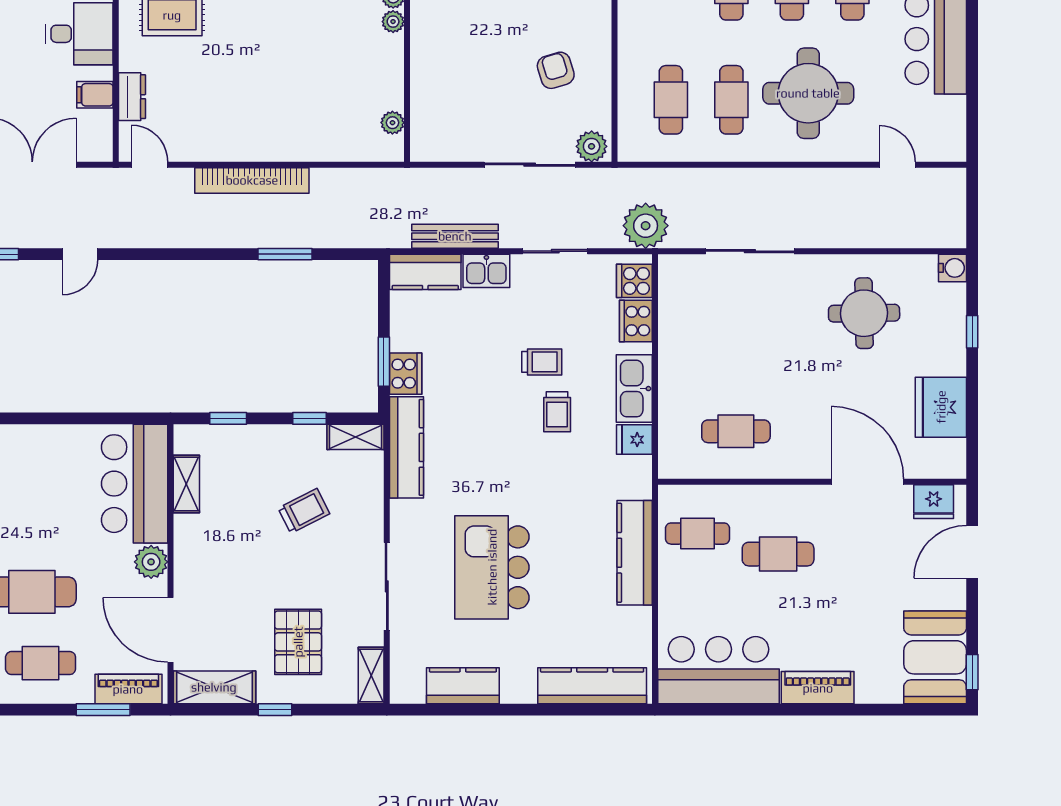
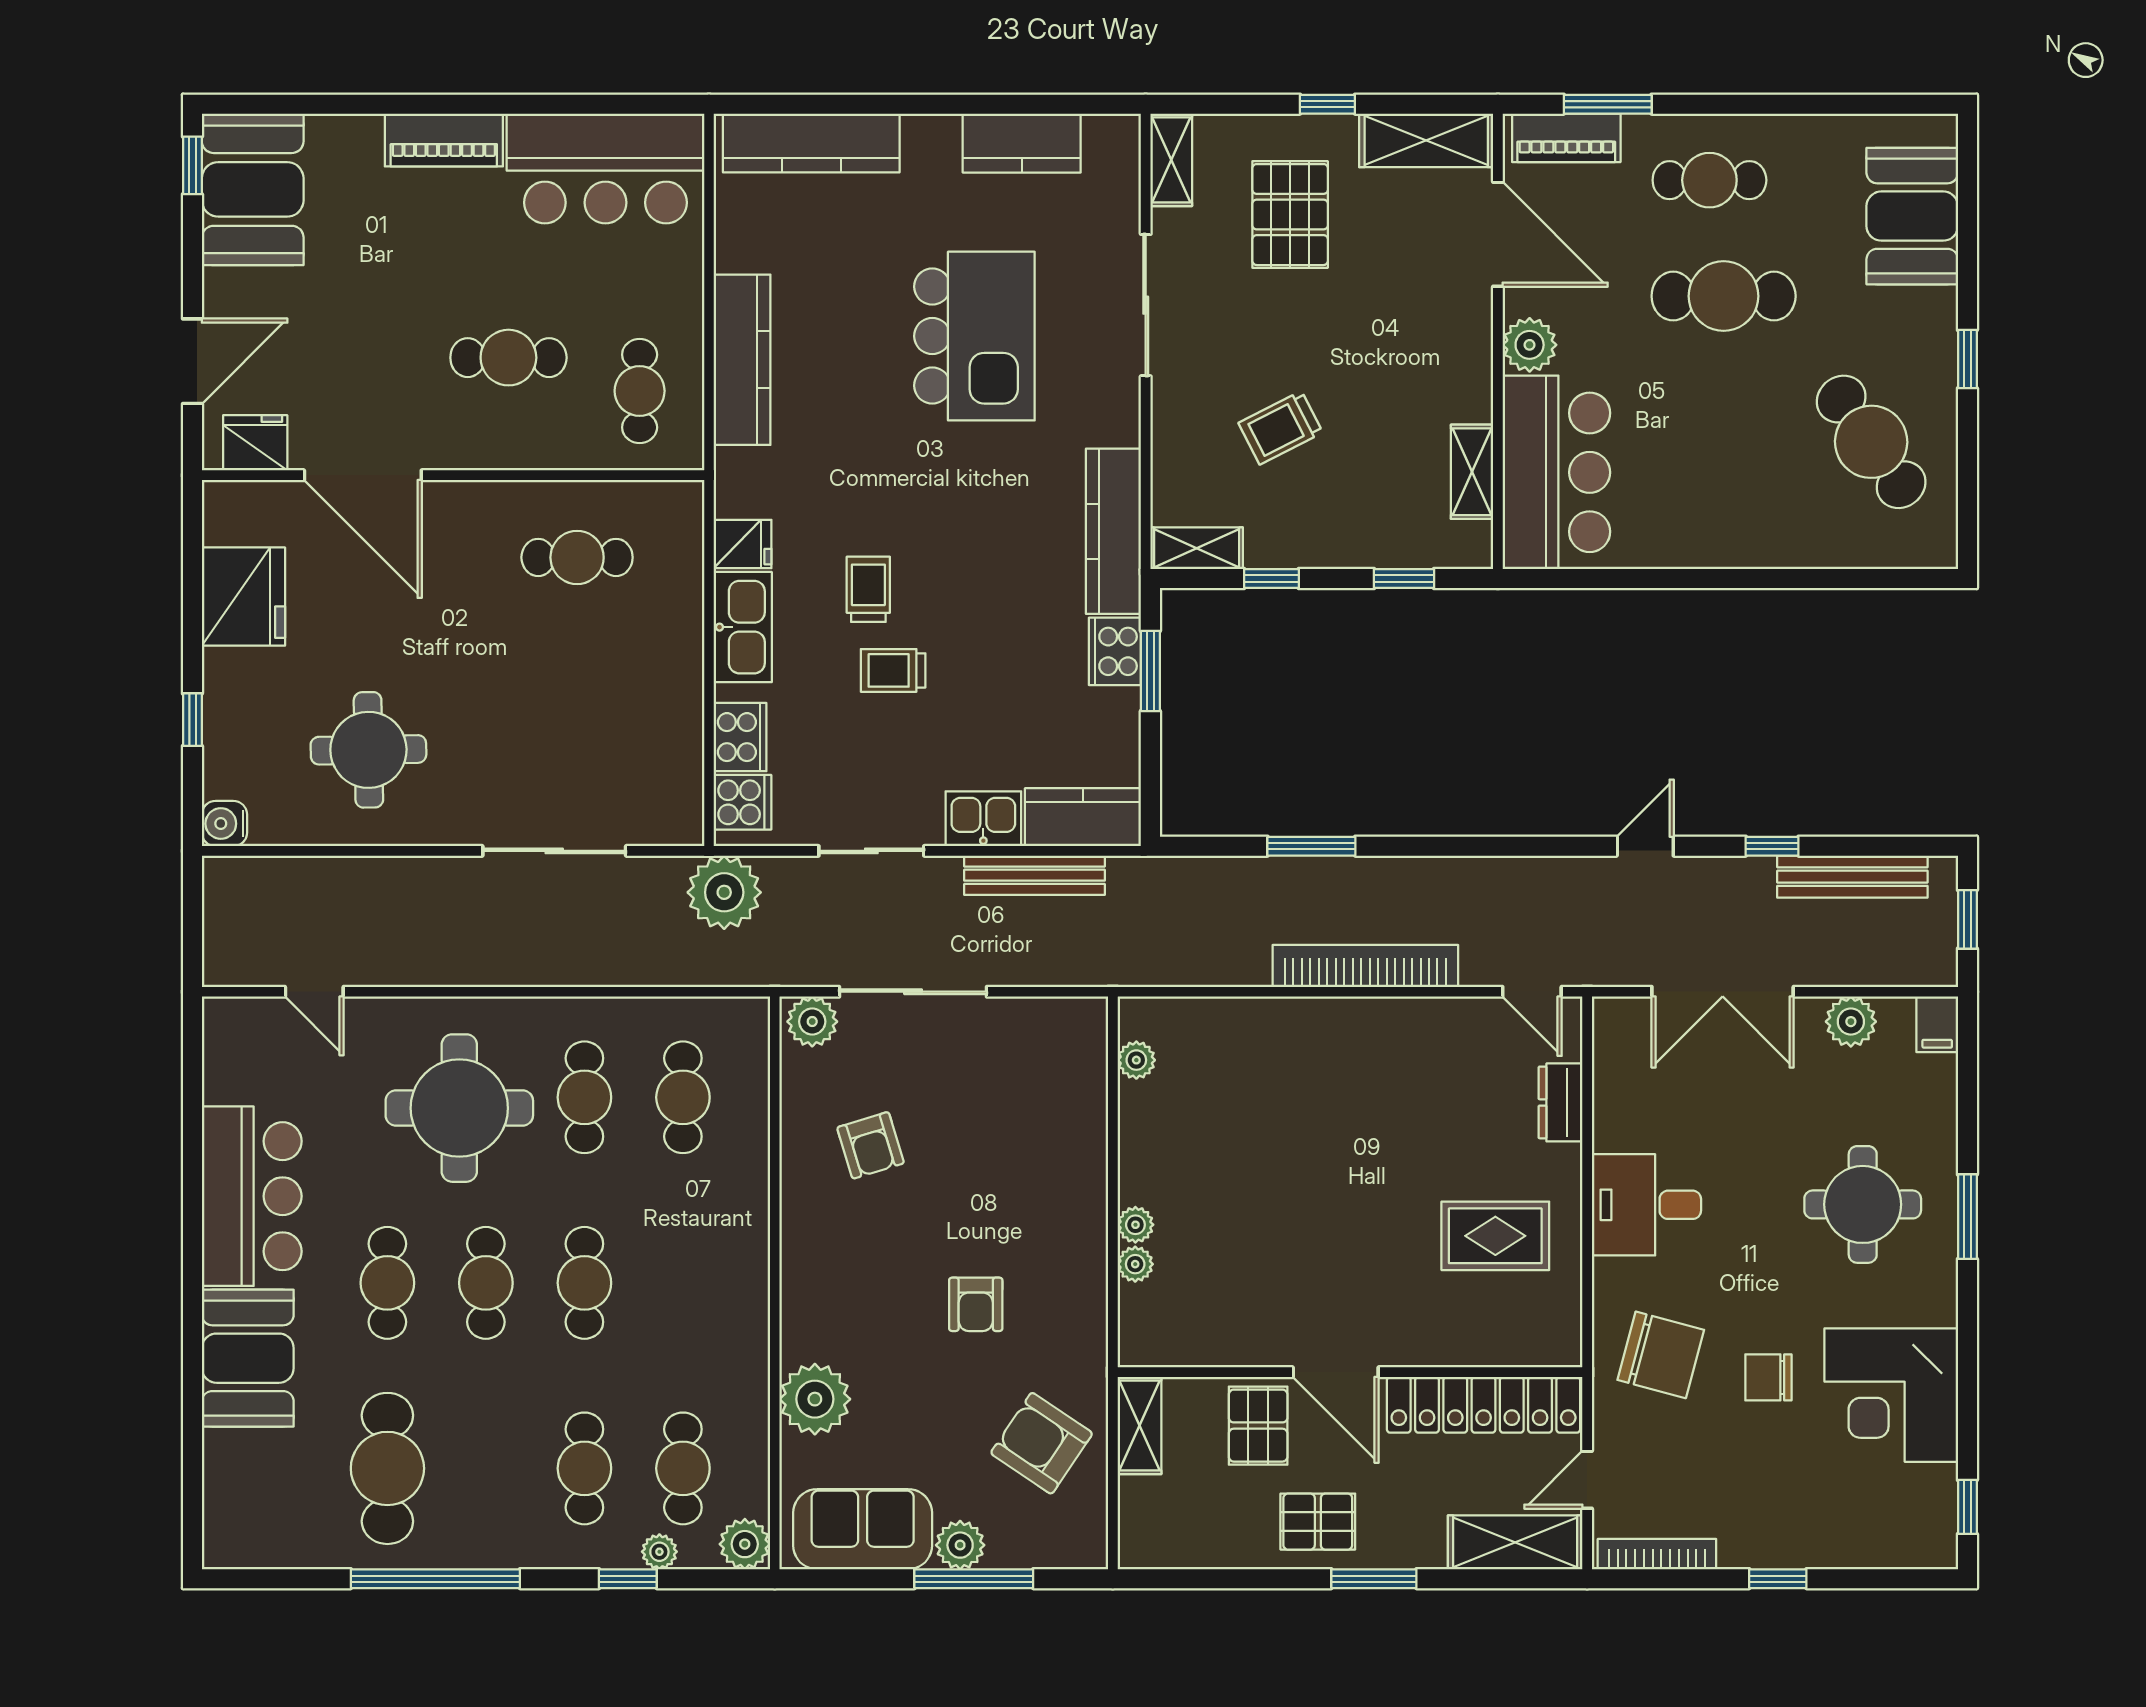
filing cabinet: (95, 95) -> (1621, 1106), removed
cafe table: (698, 534) -> (640, 391), turned 90

